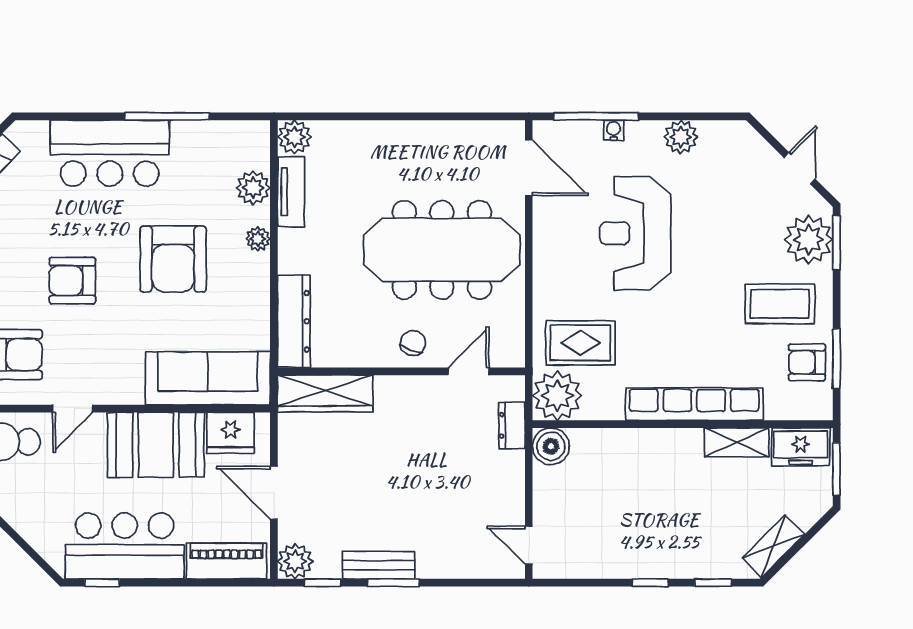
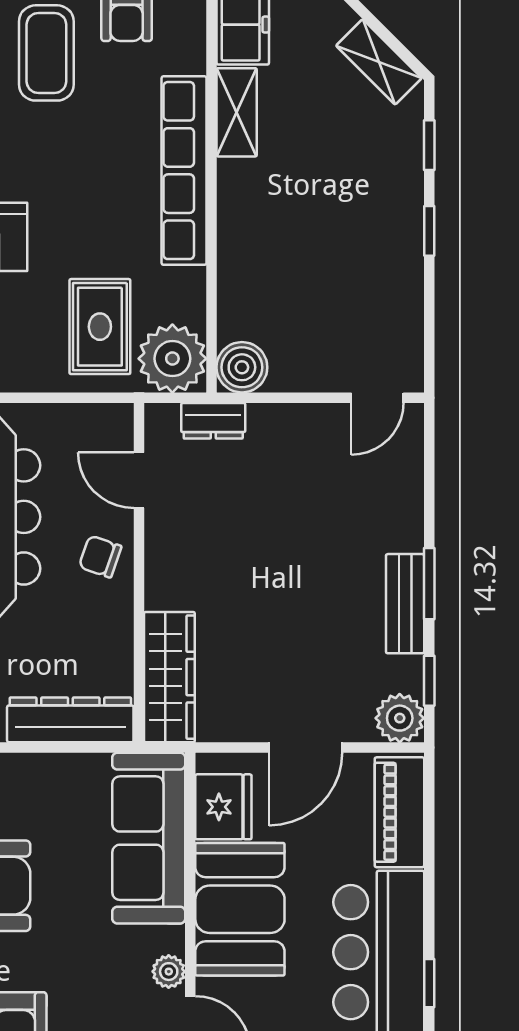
plant: (111, 393) -> (169, 972), added

